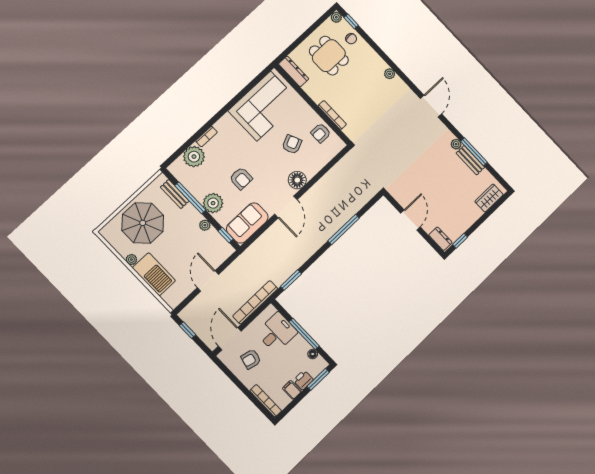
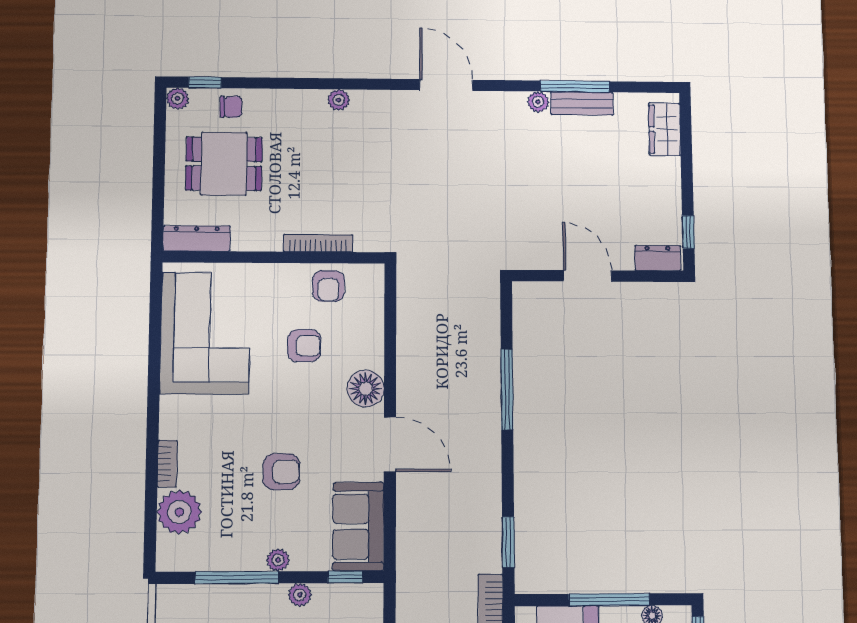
armchair: (292, 144) -> (304, 346), turned 114
bench: (175, 194) -> (208, 596), removed
plant: (213, 203) -> (278, 560), width x0.53, depth x0.53

